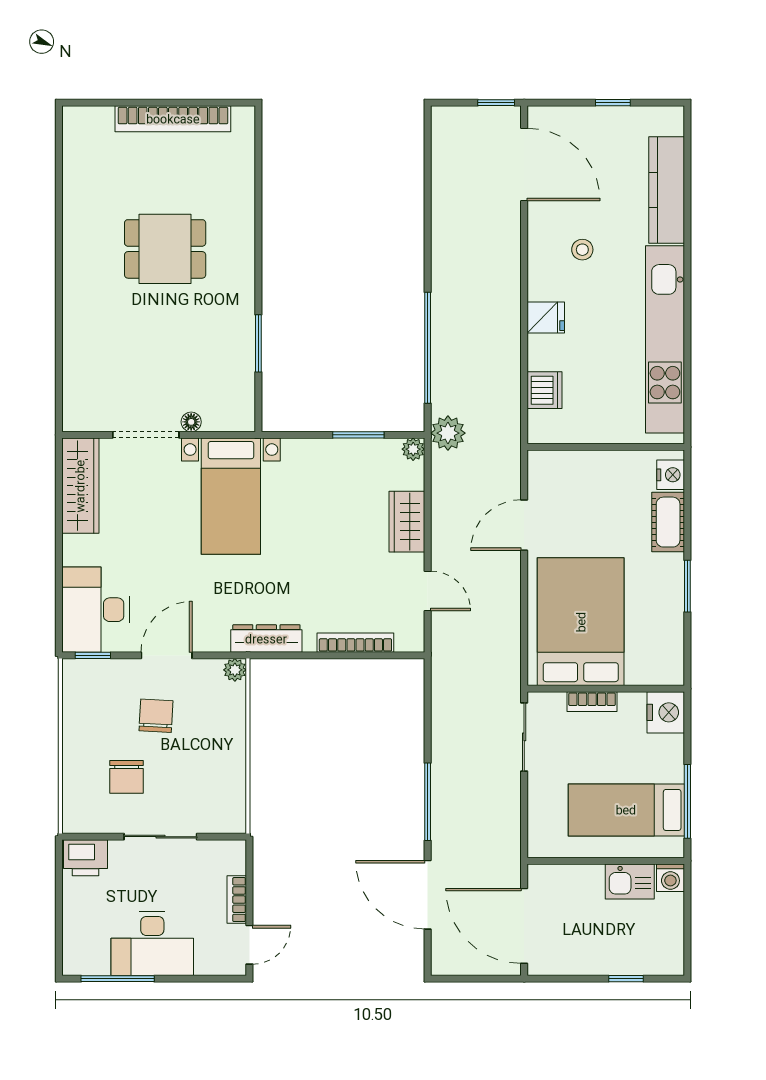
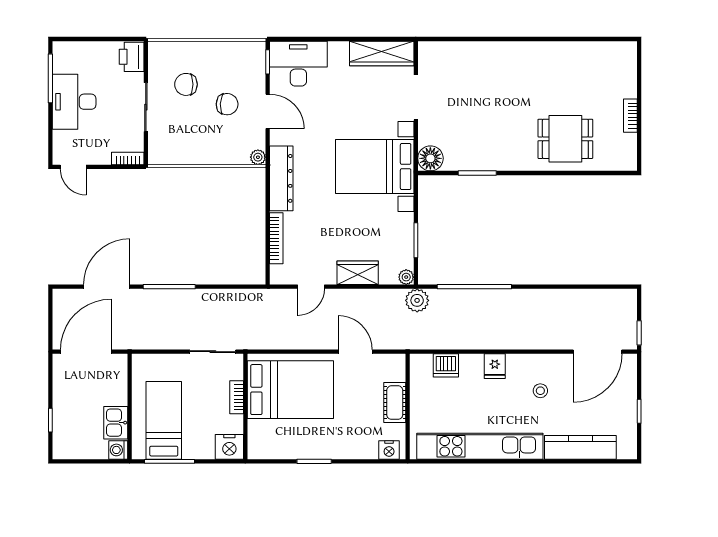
bookcase: (173, 119) -> (630, 116), width x0.43, depth x0.76
dining table: (165, 249) -> (565, 139), moved, turned 90
floor lamp: (191, 422) -> (430, 158), moved, width x1.89, depth x1.89
bed with nightstands: (231, 496) -> (375, 167), width x1.36
cot: (668, 522) -> (395, 403), moved, turned 90
dresser: (266, 639) -> (281, 178), width x1.37, depth x1.24
bookcase: (237, 900) -> (128, 158), moved

